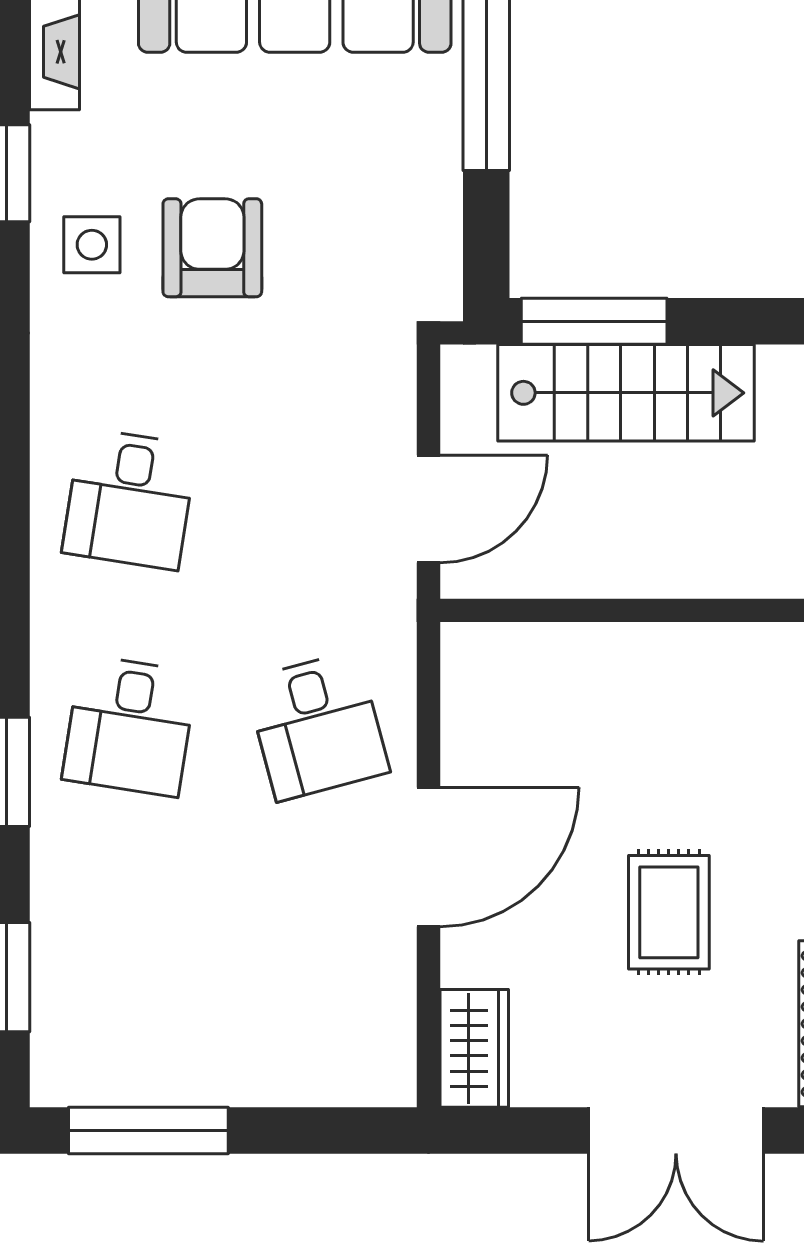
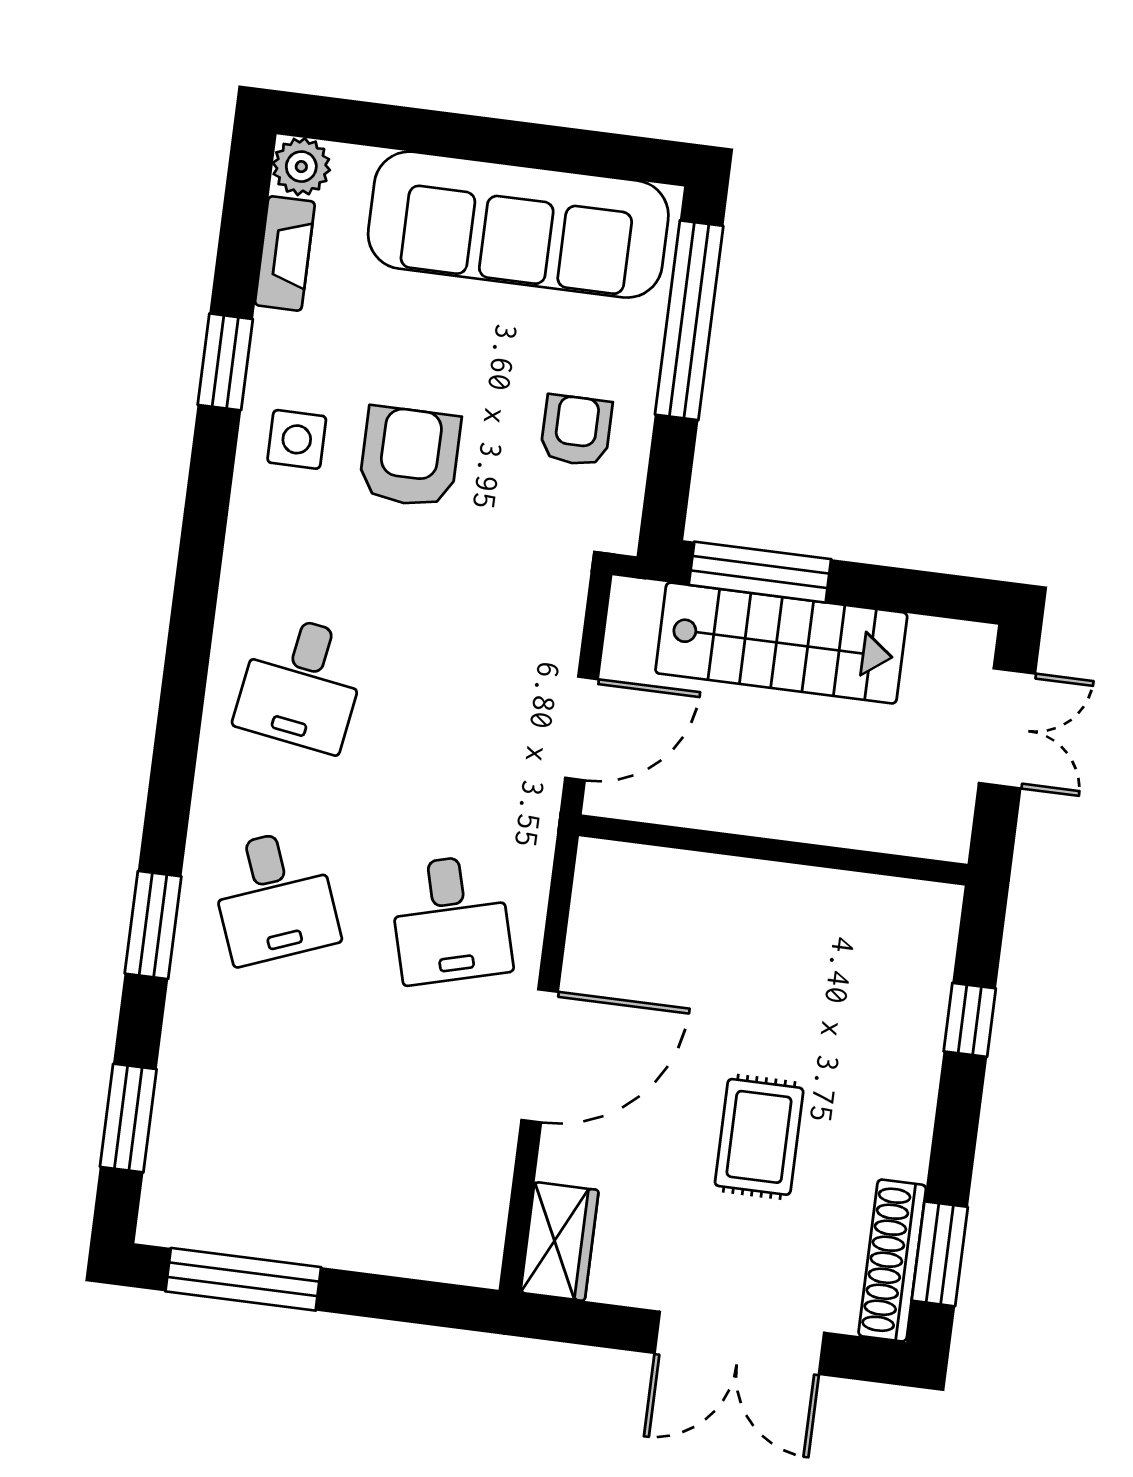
armchair: (383, 198) -> (576, 430), added
desk: (129, 726) -> (274, 897), turned -30

